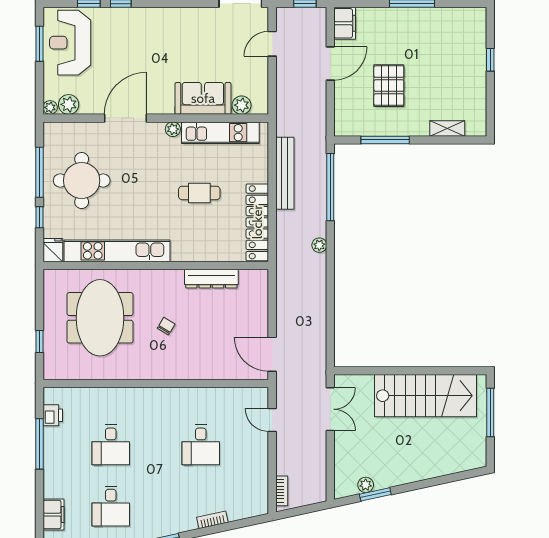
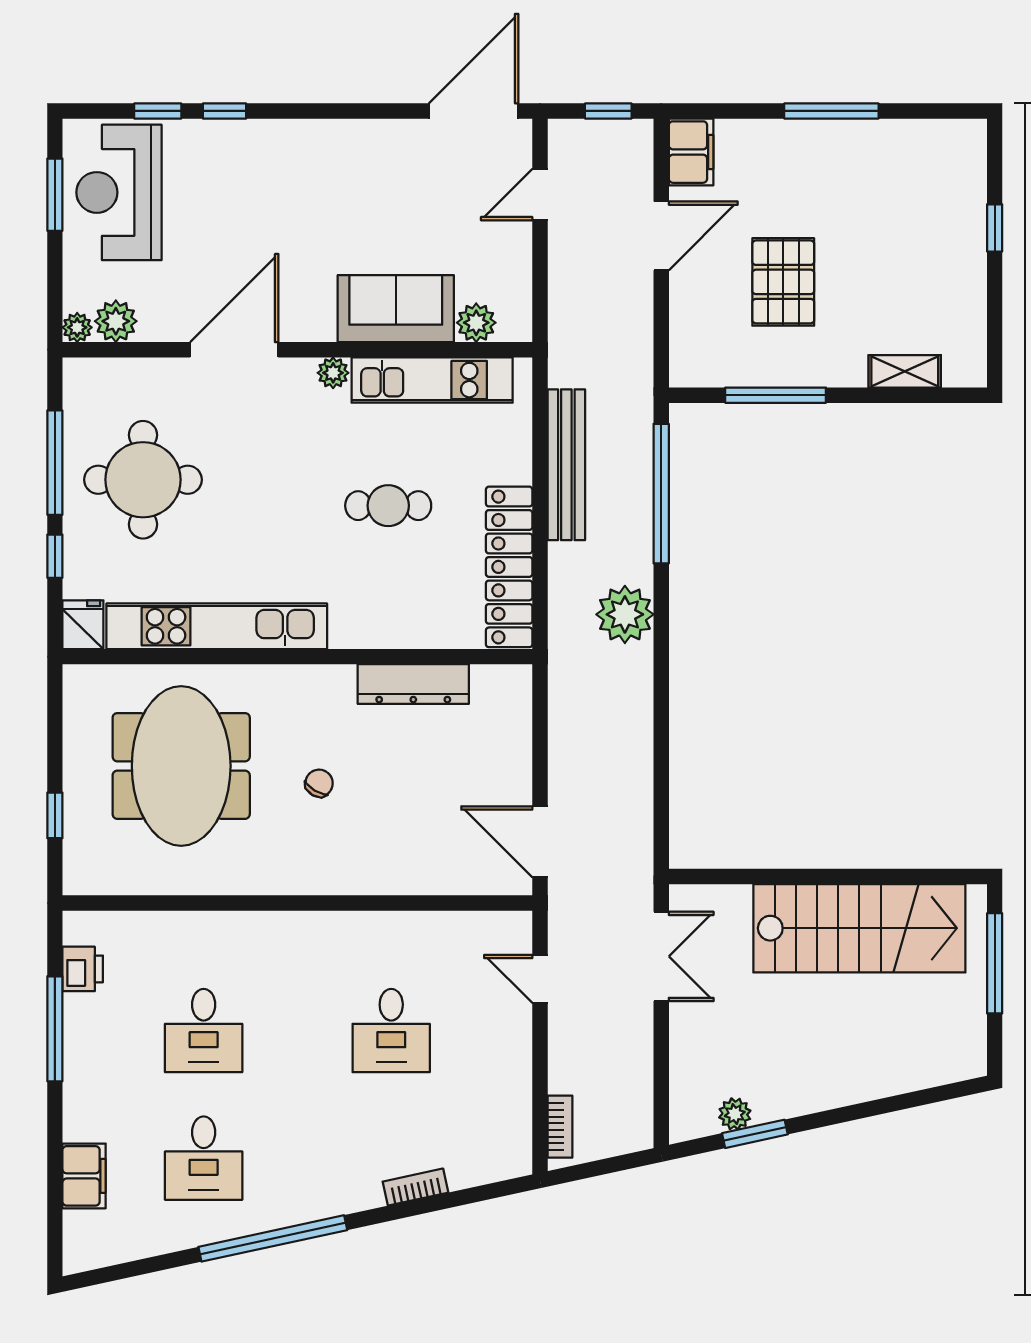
plant: (319, 245) -> (625, 614), width x1.88, depth x1.88

